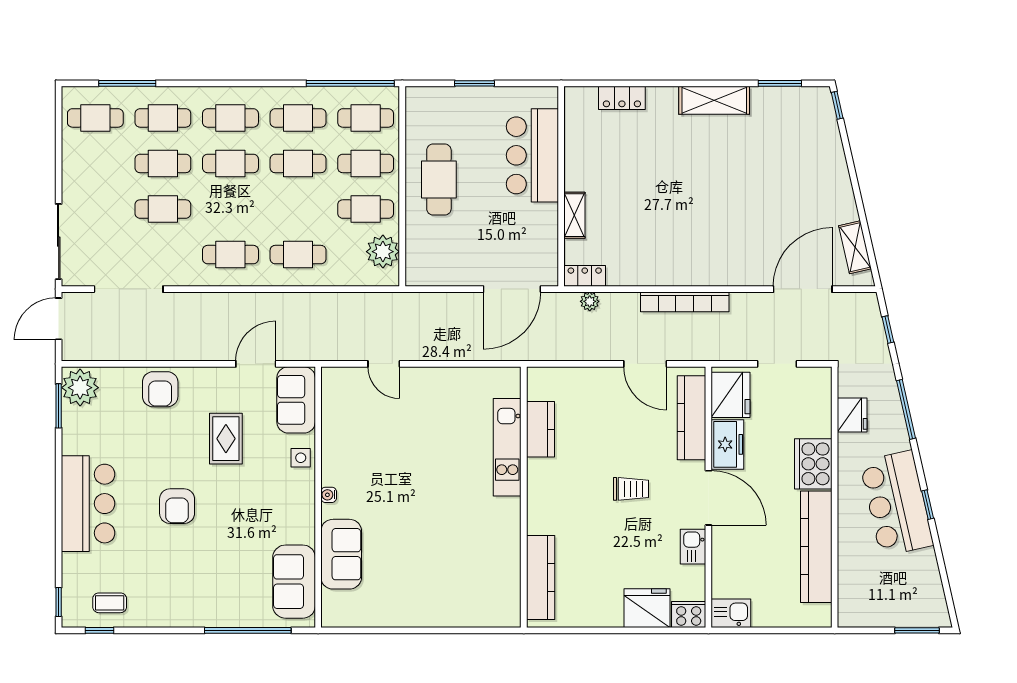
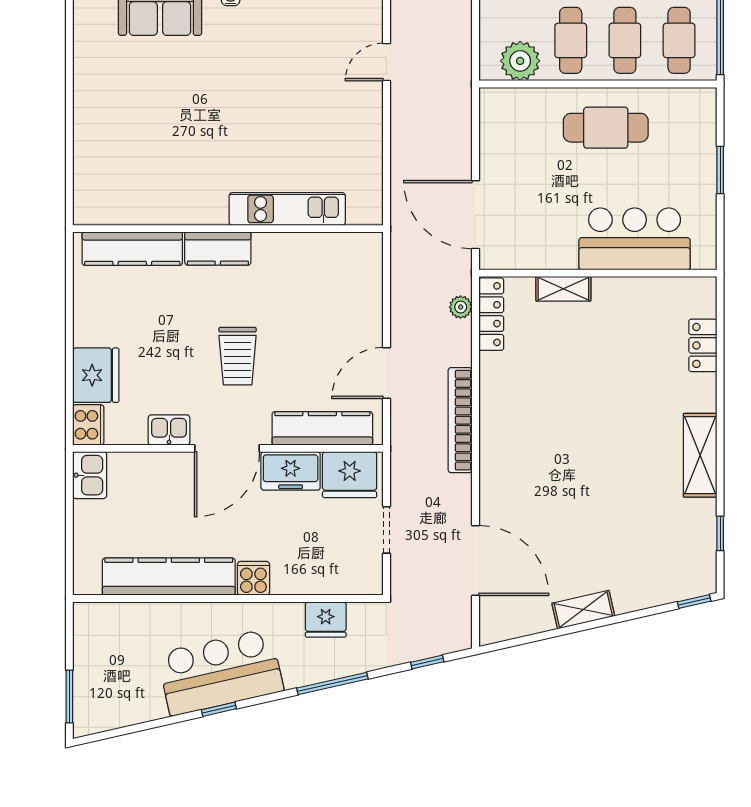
window: (780, 83) -> (720, 533), width x0.67
shelving: (855, 247) -> (583, 610), moved
locker: (585, 276) -> (491, 314), width x1.53
kitchen counter: (541, 429) -> (218, 249), moved
cooker: (813, 464) -> (253, 578), width x0.53, depth x0.76
trolley: (631, 489) -> (238, 356), width x1.36, depth x1.39

